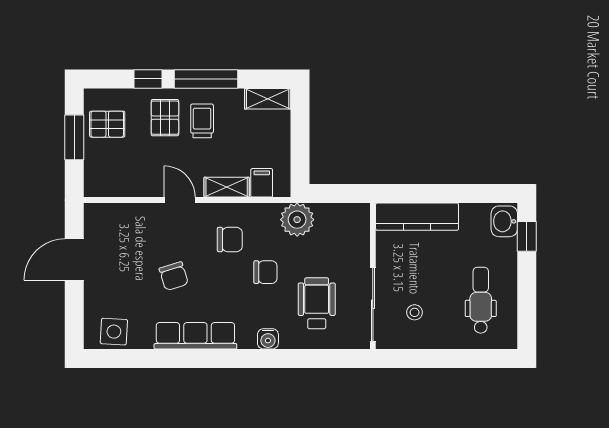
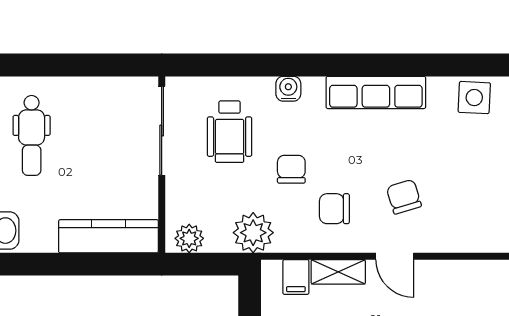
plant: (350, 215) -> (189, 238), added
chair: (265, 272) -> (291, 169), turned 90
chair: (174, 276) -> (404, 197), moved
stool: (415, 312) -> (111, 121), removed

